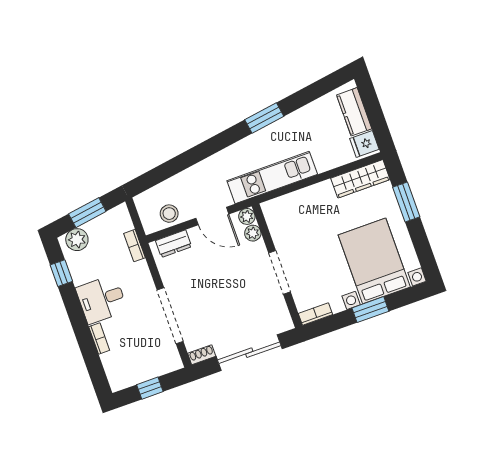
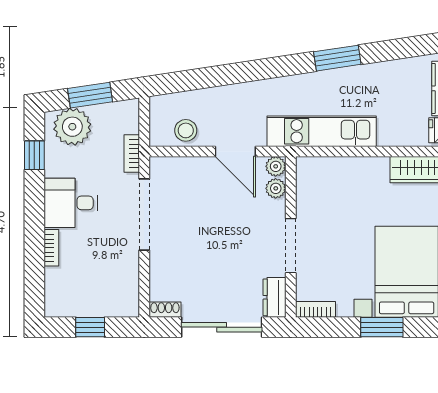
plant: (77, 240) -> (72, 127), width x1.36, depth x1.36
dresser: (174, 244) -> (274, 297), moved, turned 90
doorway: (170, 316) -> (144, 214), moved

